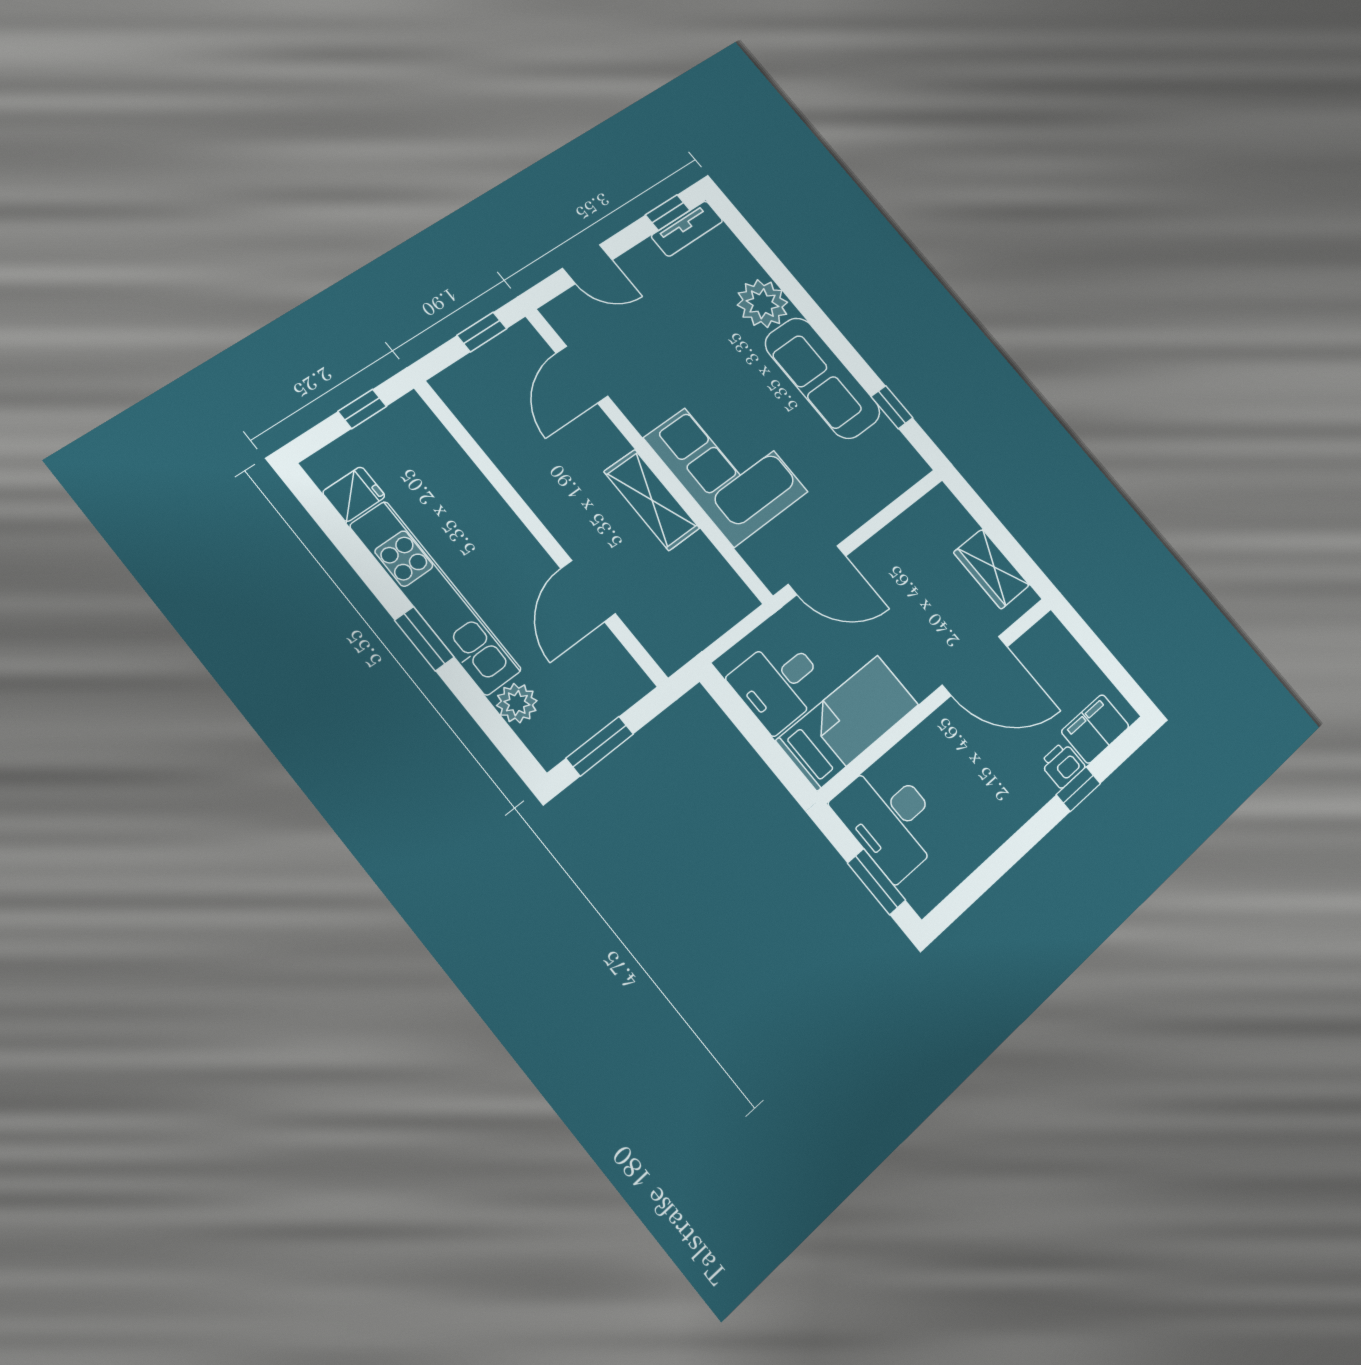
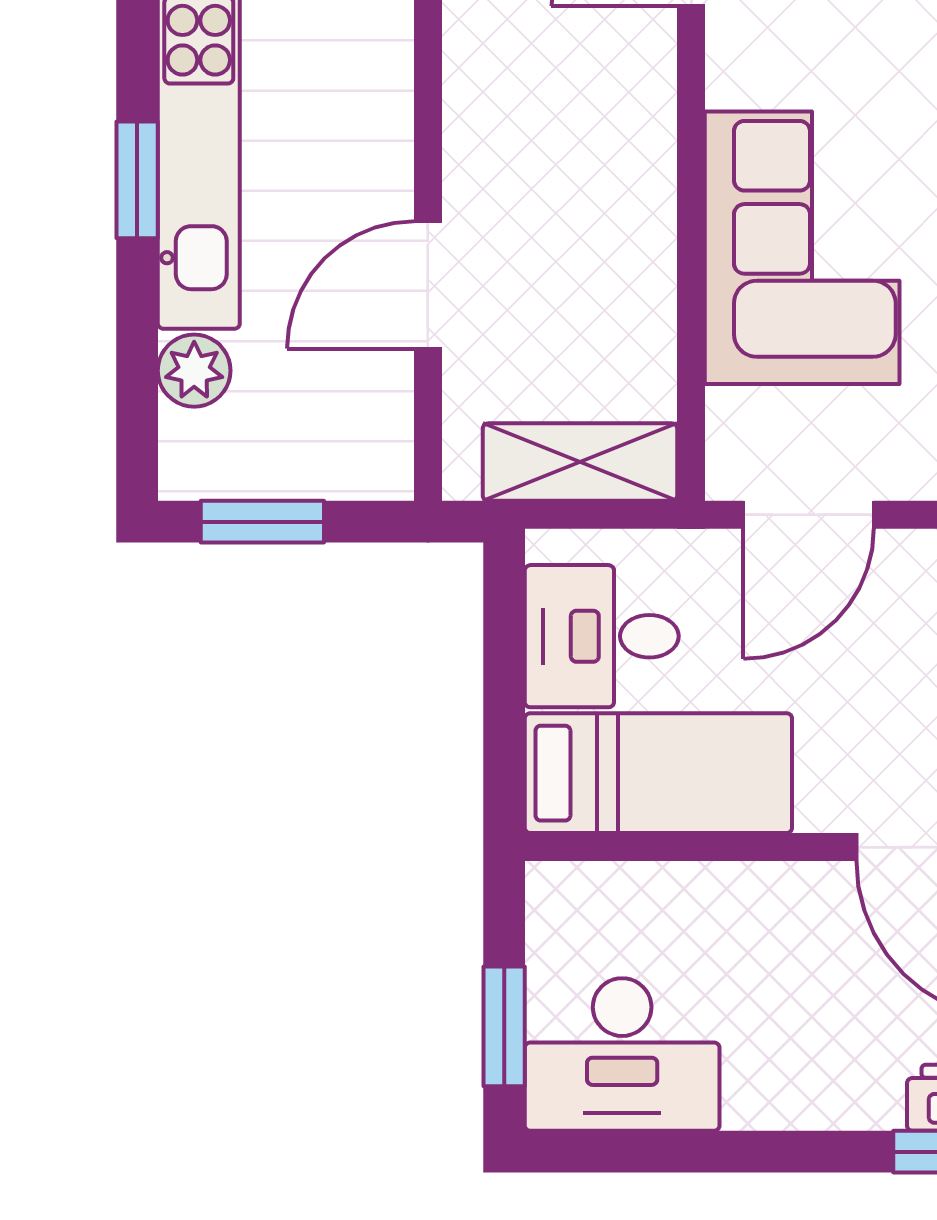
shelving: (652, 500) -> (580, 462), moved, turned 90
door: (817, 570) -> (808, 515), hinge flipped
desk: (890, 819) -> (622, 1054), moved, turned -90

